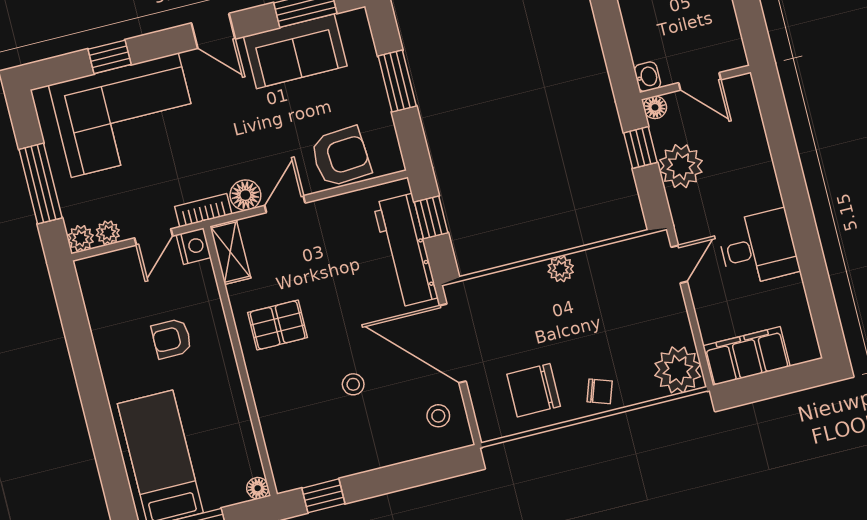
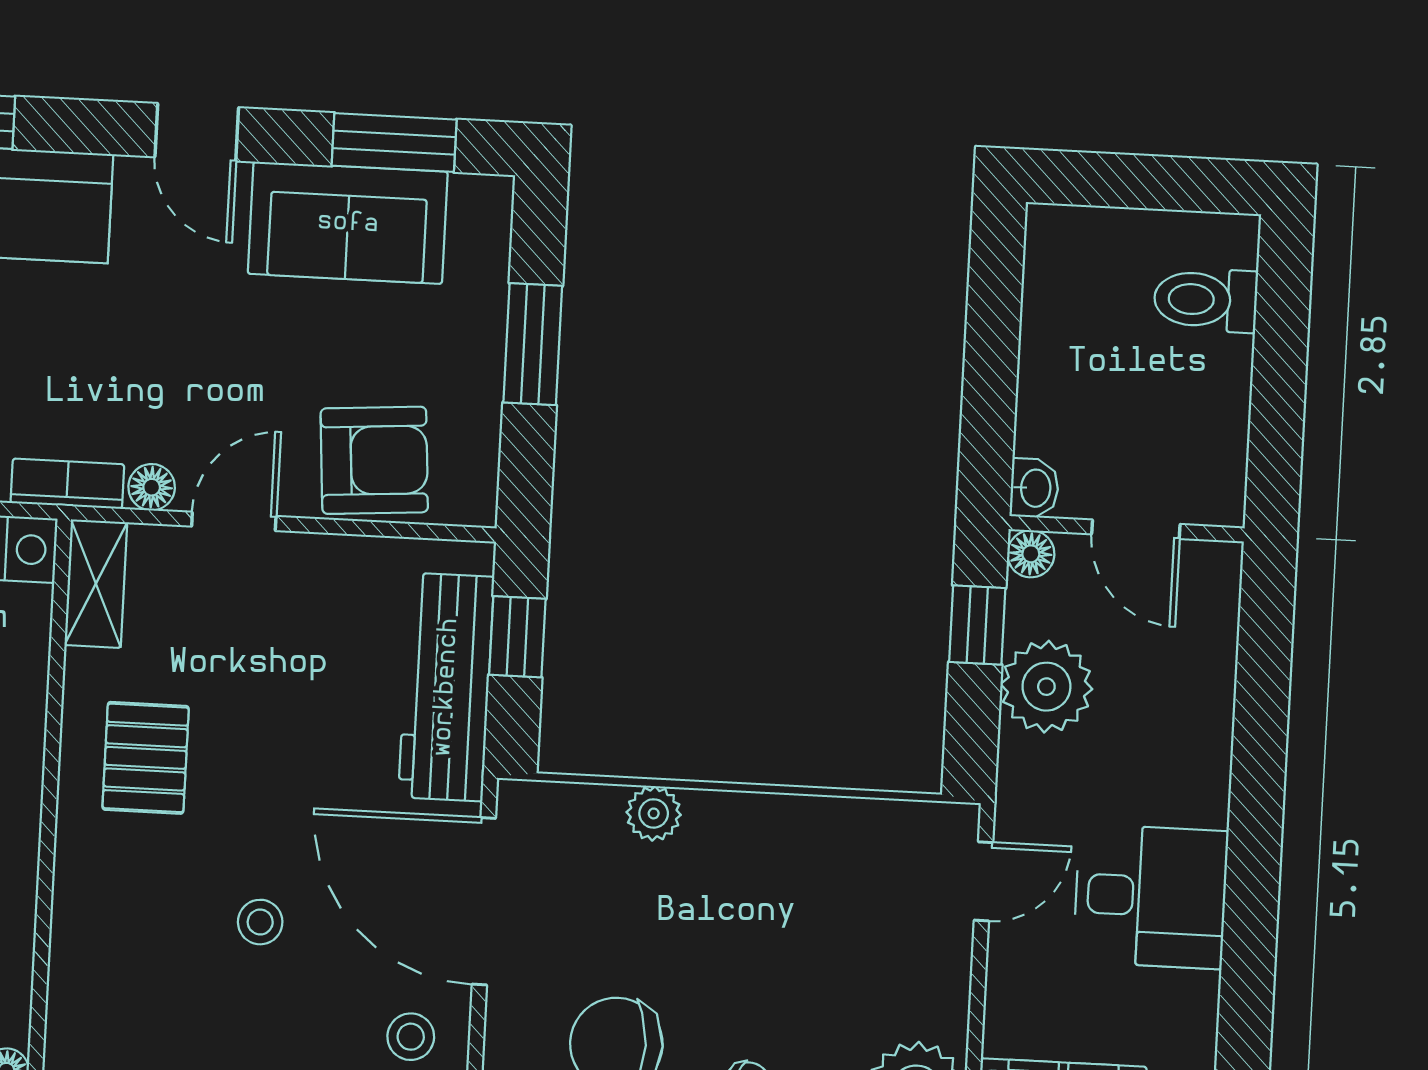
floor lamp: (245, 195) -> (152, 487), width x0.73, depth x0.73
plant: (561, 269) -> (654, 813), moved
pallet: (278, 325) -> (146, 758), turned 90

